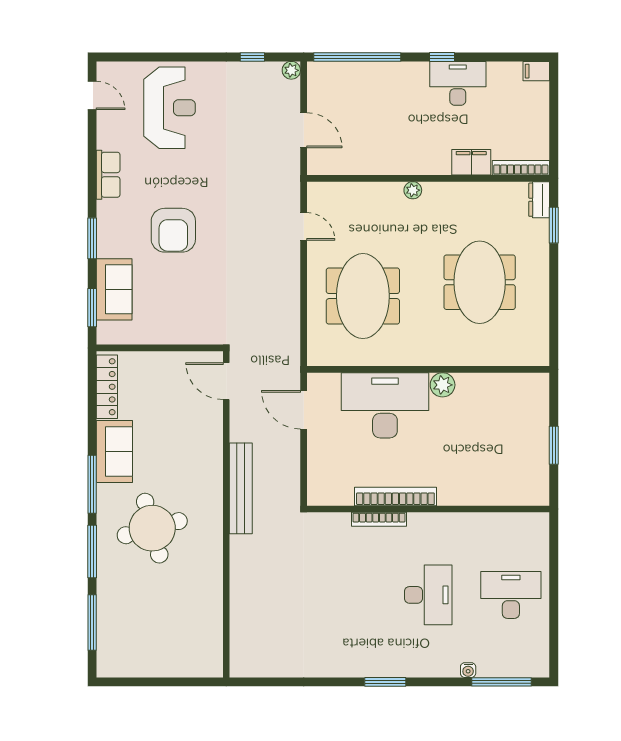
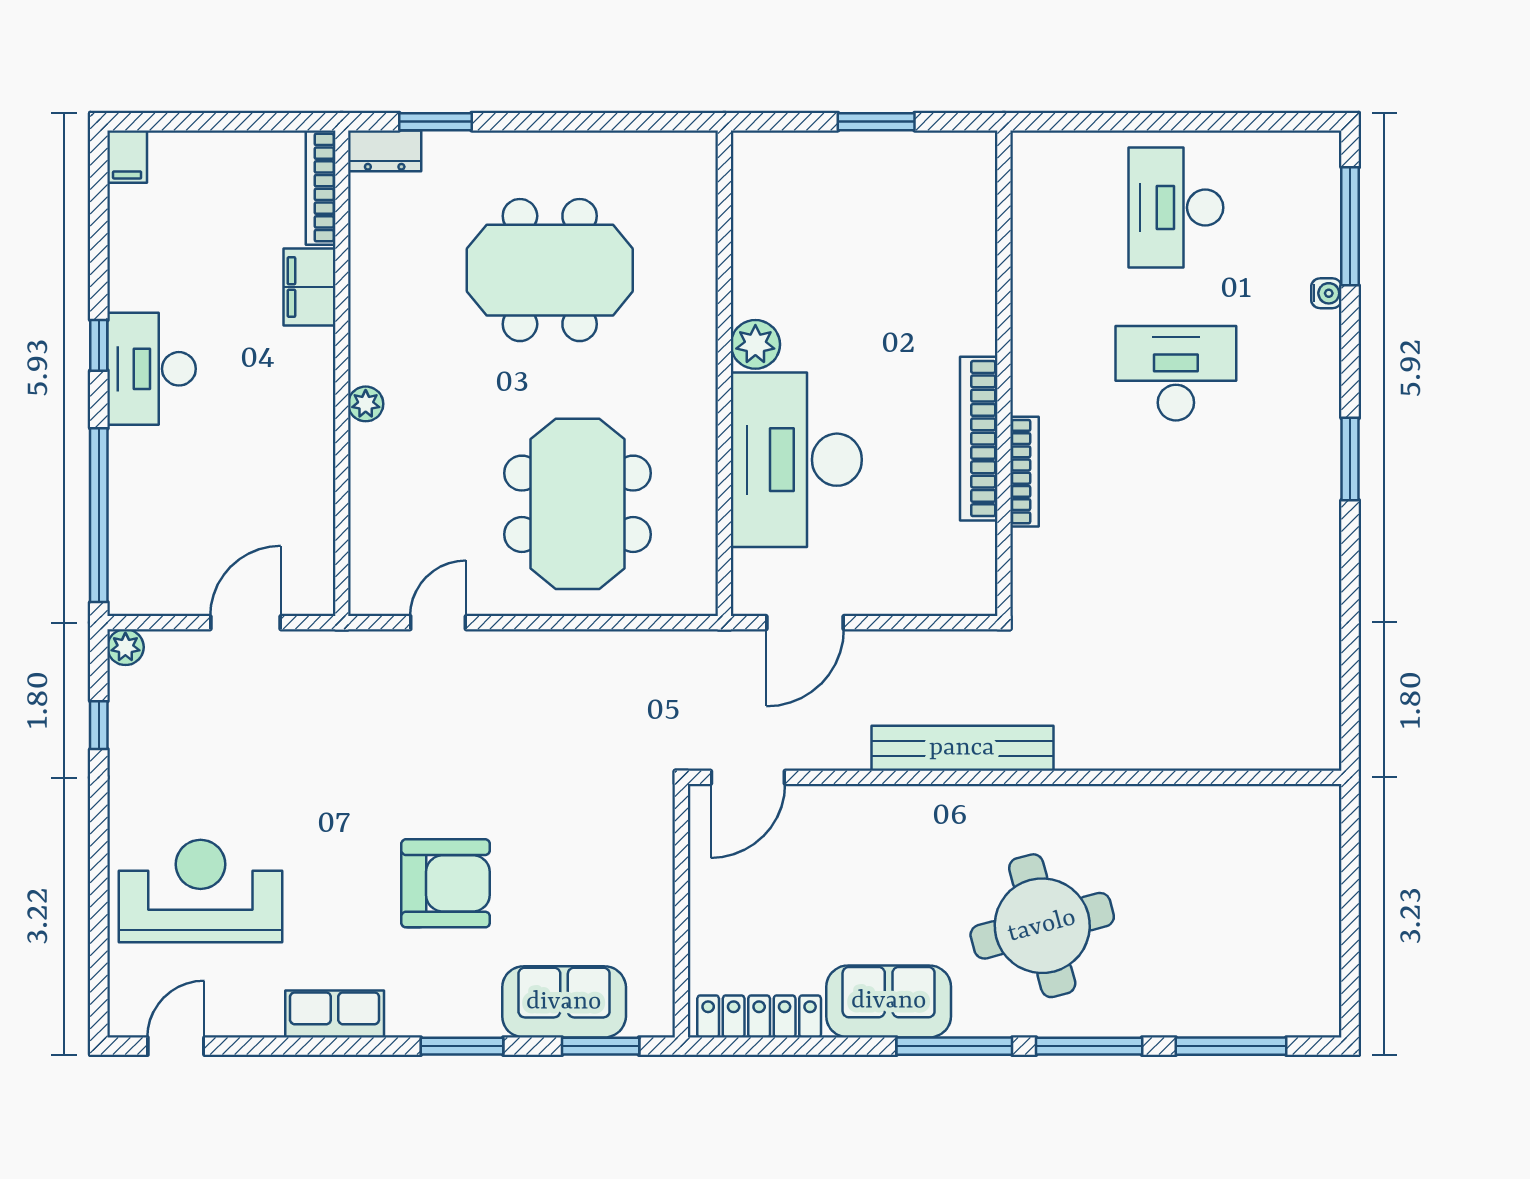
desk: (458, 83) -> (152, 369), moved
meeting table: (363, 296) -> (577, 504), turned 90

